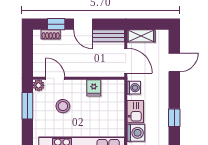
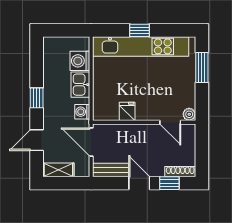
shoe rack: (51, 34) -> (180, 172), width x1.43
shelving: (141, 36) -> (58, 170), moved
window: (27, 106) -> (202, 67), moved
stool: (63, 106) -> (162, 91), removed
window: (174, 118) -> (37, 98), moved

